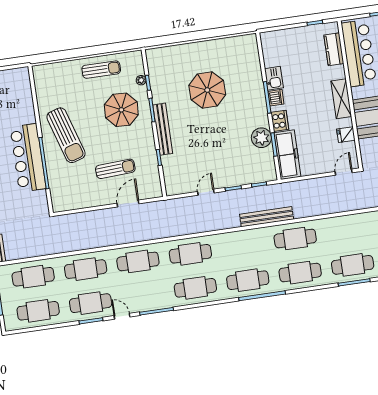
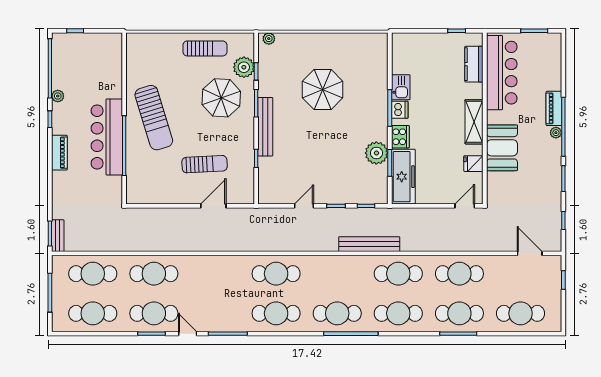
plant: (155, 53) -> (269, 39), added
plant: (141, 80) -> (244, 67), width x1.87, depth x1.87
cafe table: (138, 261) -> (459, 274), moved

